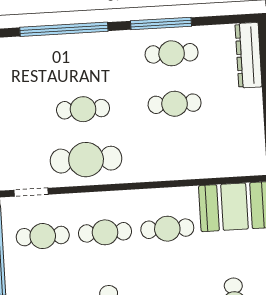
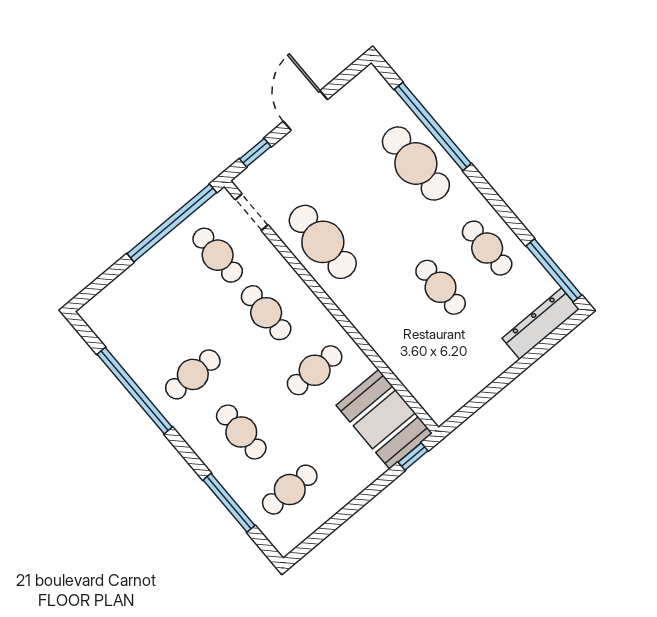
window: (161, 23) -> (554, 270), moved
cafe table: (83, 109) -> (416, 163), moved, width x1.37, depth x1.35
cafe table: (167, 229) -> (315, 370), turned 90

